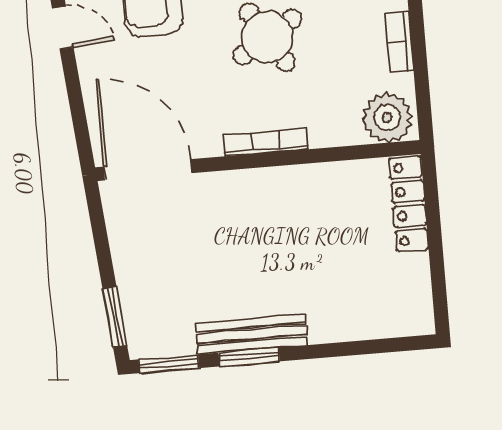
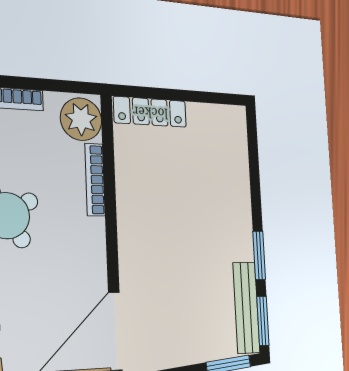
bookcase: (265, 142) -> (95, 180), moved
bench: (252, 334) -> (246, 308), moved

